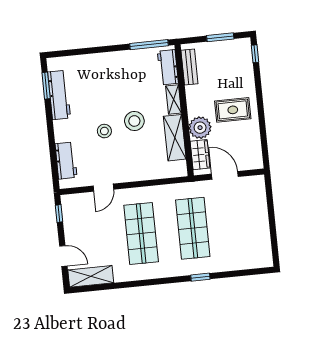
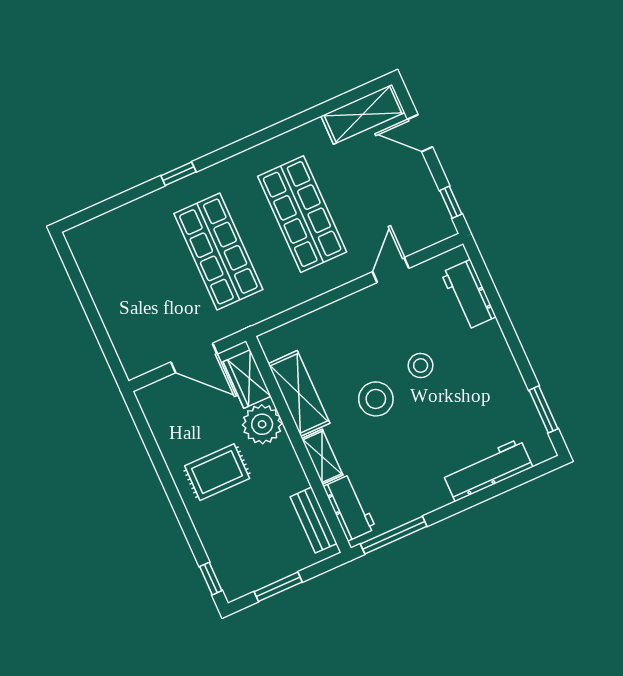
workbench: (59, 95) -> (488, 470), moved, turned 90

